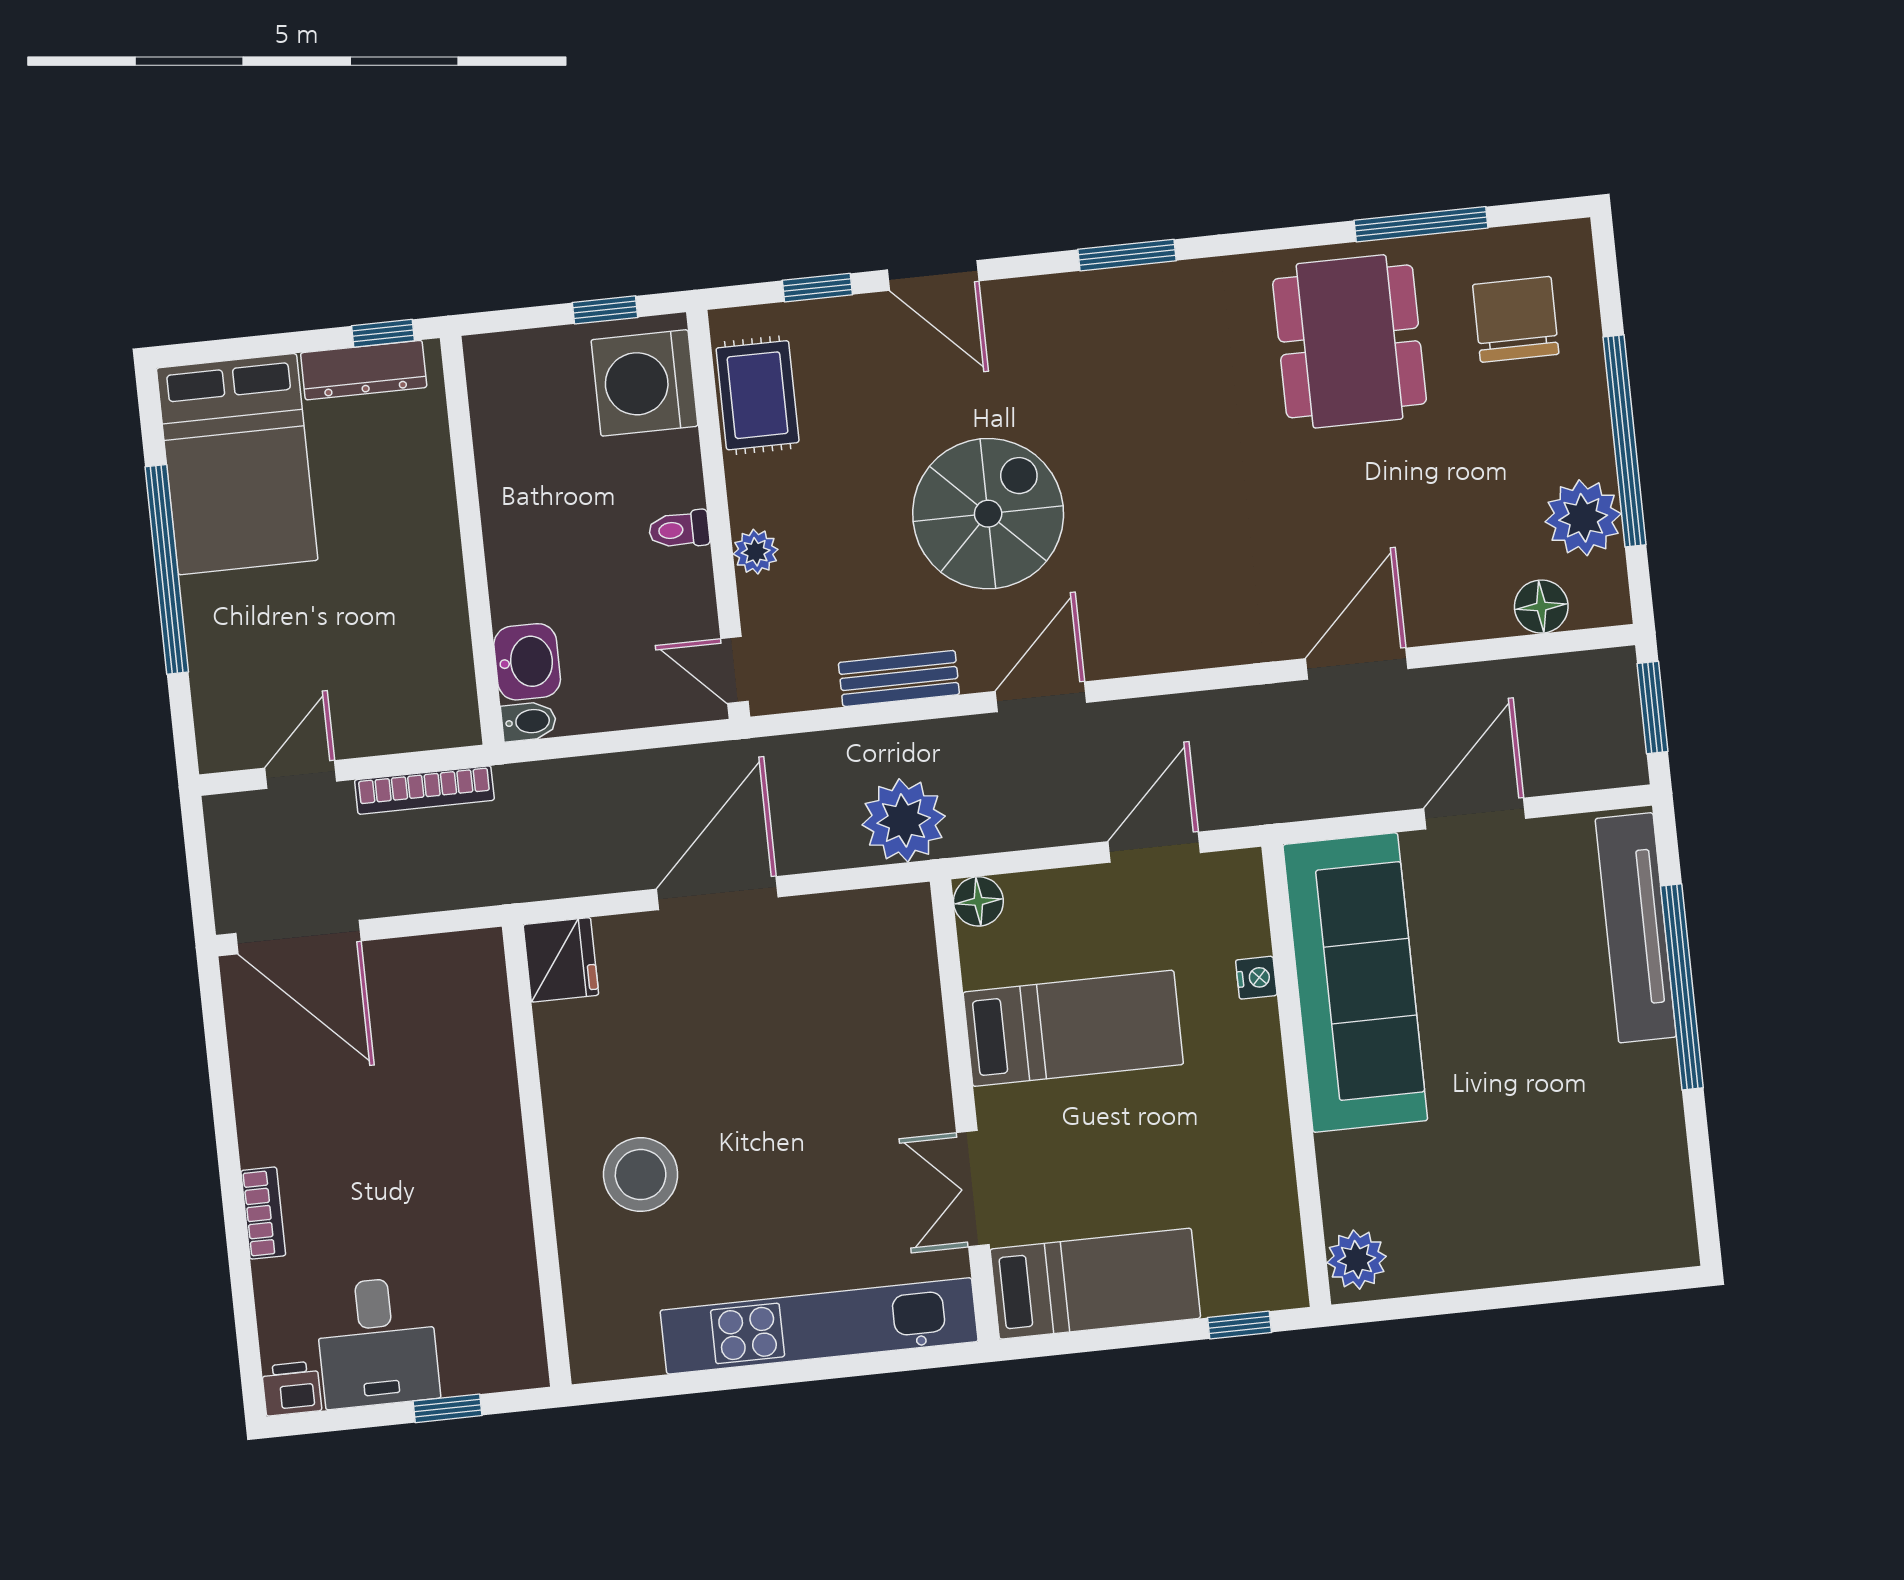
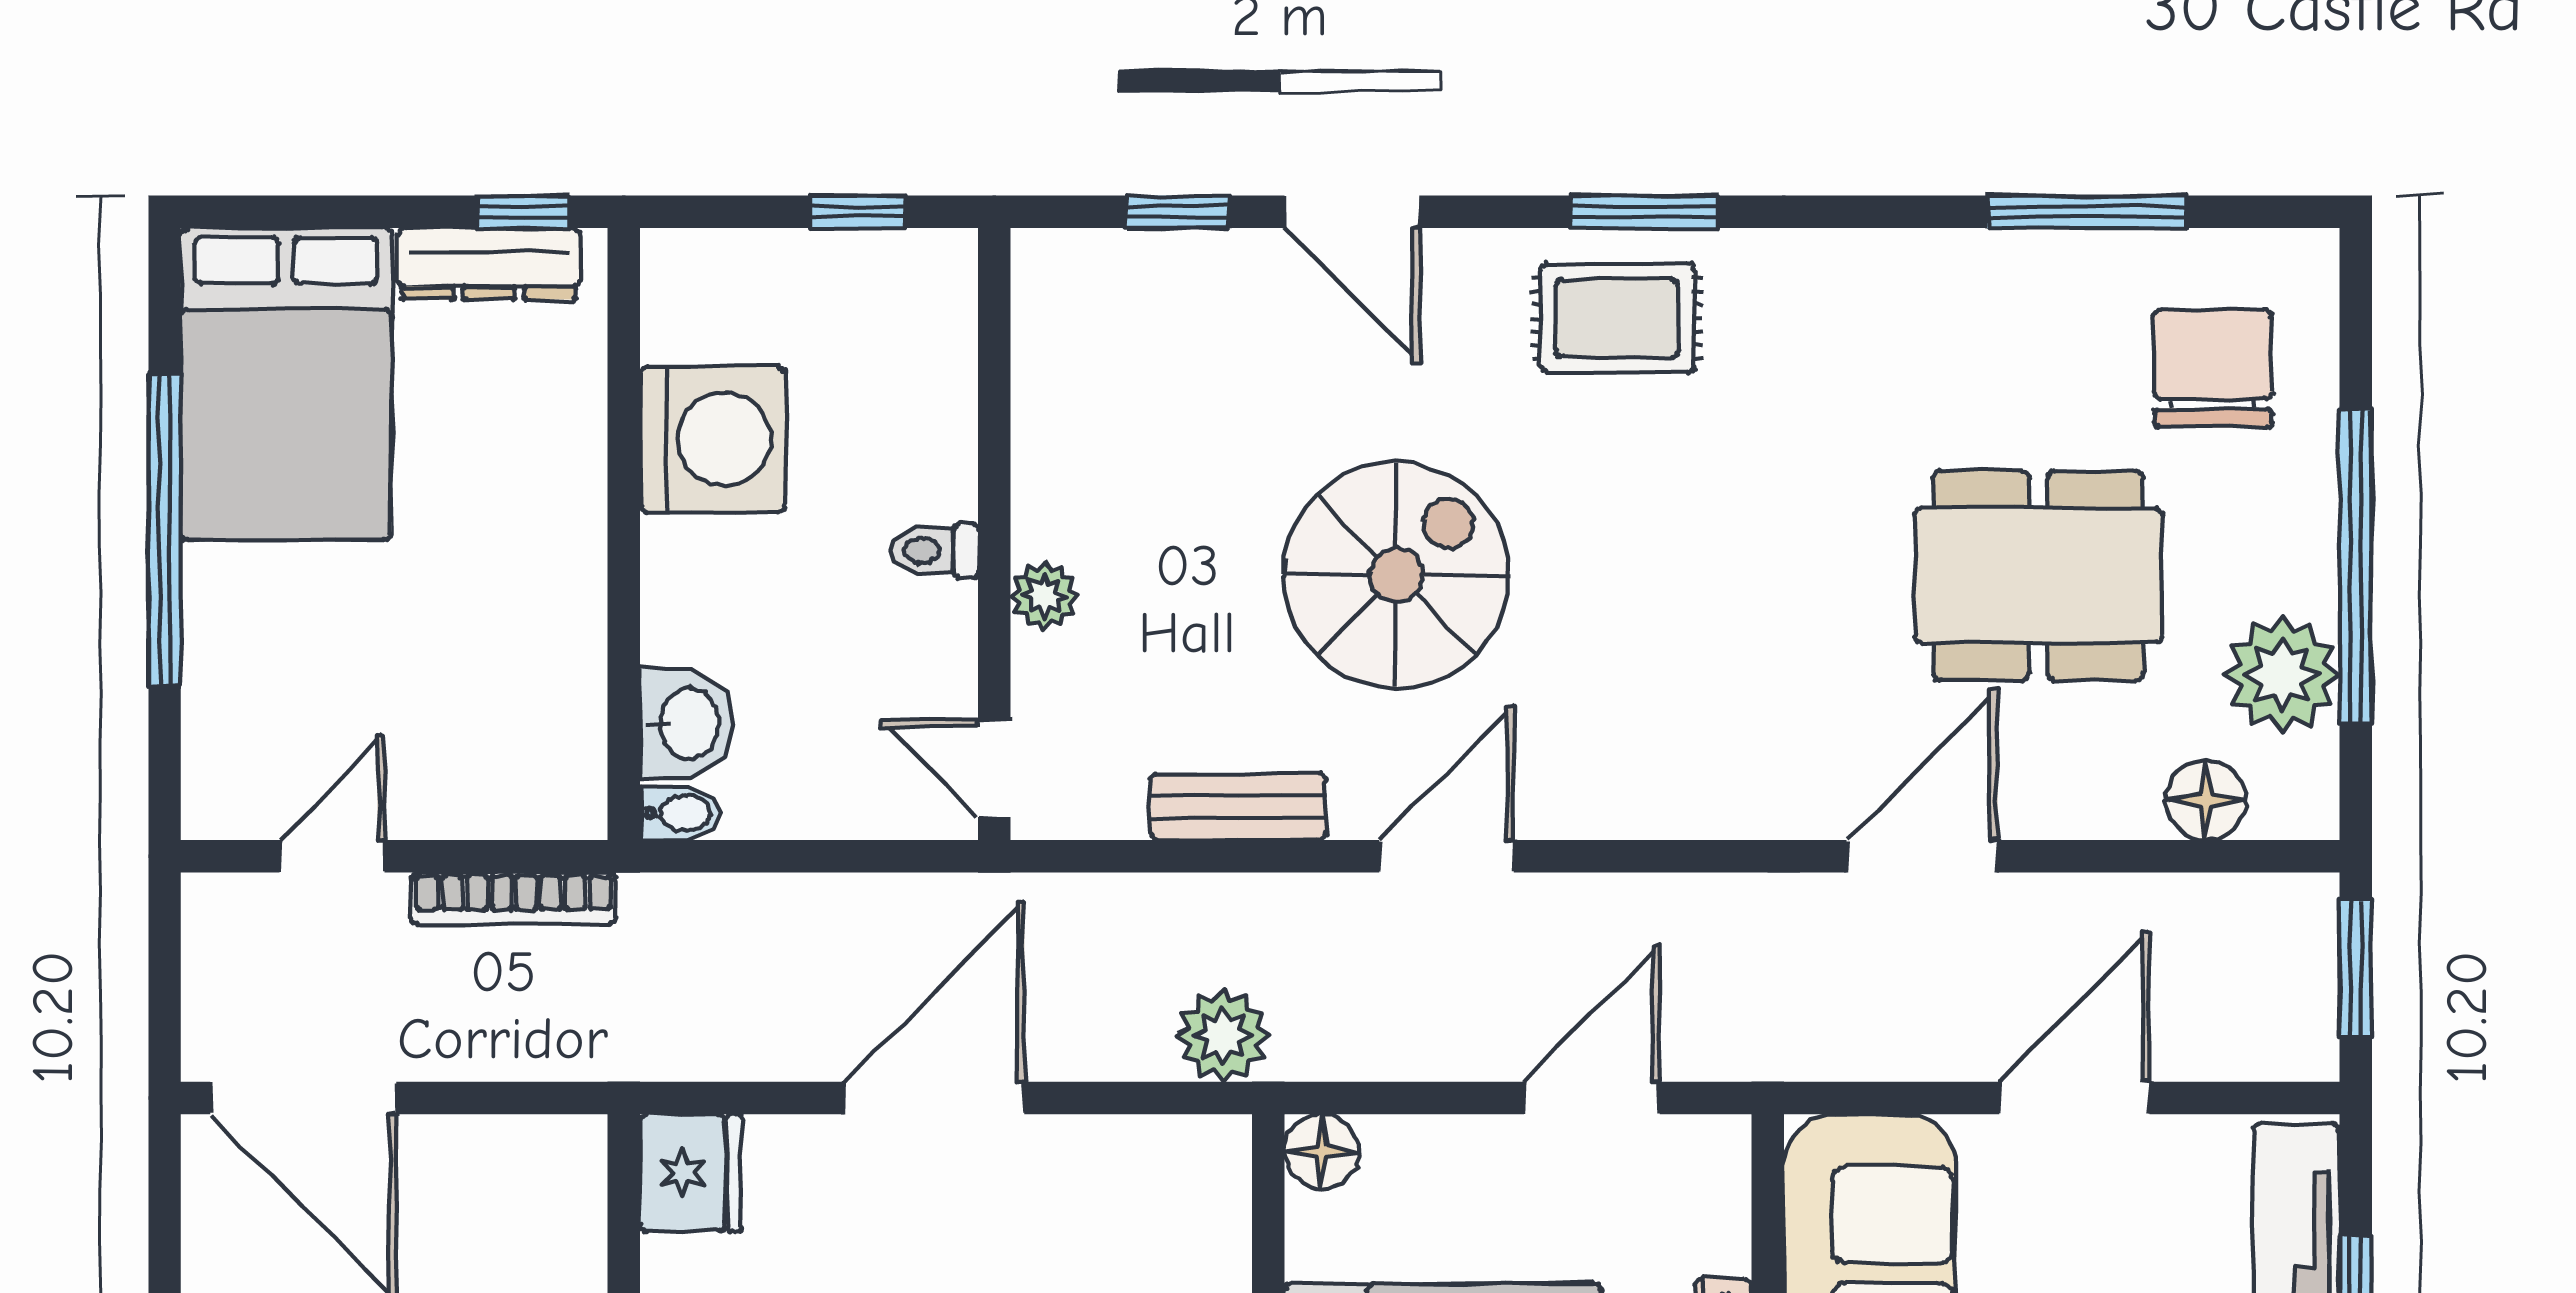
dining table: (1350, 341) -> (2038, 576), moved, turned 90
washing machine: (644, 383) -> (713, 439), moved, turned 180
rug: (758, 395) -> (1617, 318), moved, turned 90
plant: (904, 820) -> (1223, 1036), width x0.73, depth x0.73

